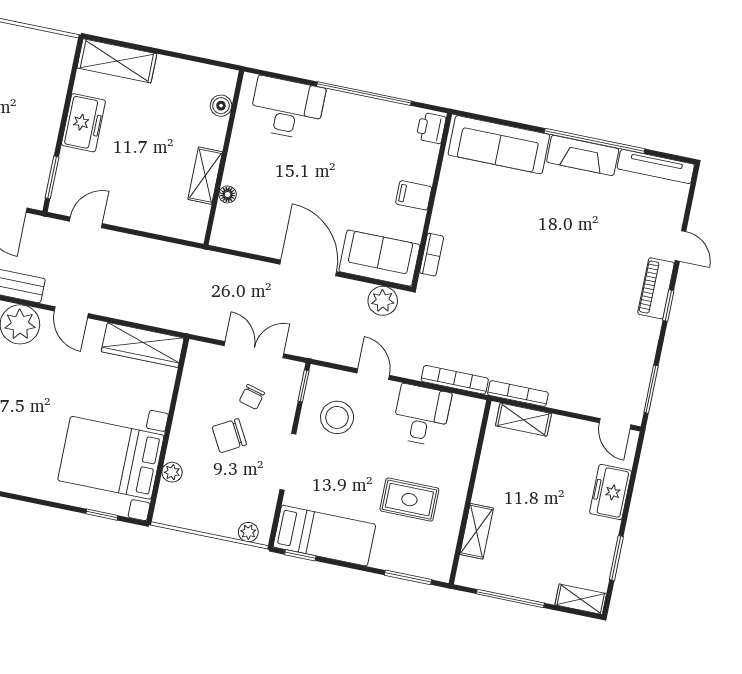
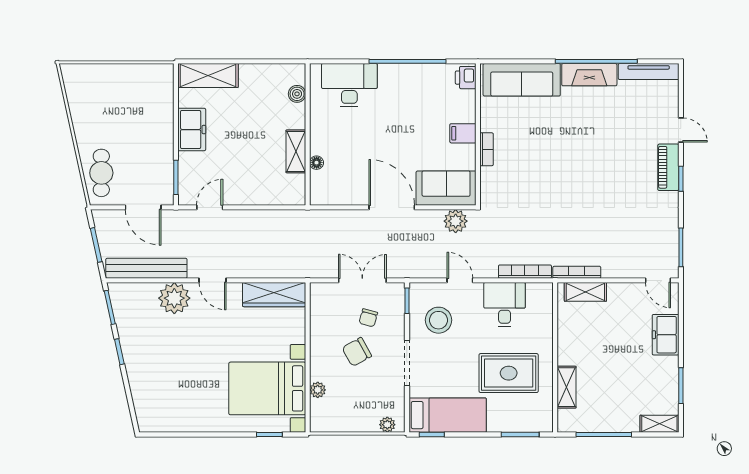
bookcase: (432, 255) -> (487, 149), moved
rug: (409, 500) -> (509, 373), width x1.36, depth x1.43

